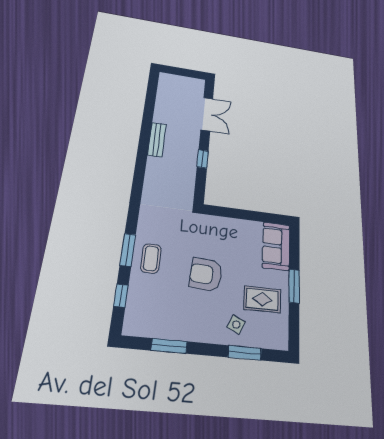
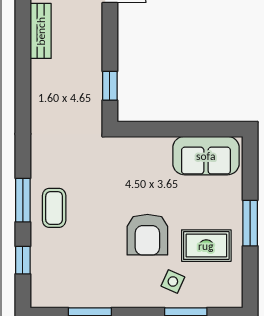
window: (203, 159) -> (110, 86), moved
sofa: (276, 246) -> (206, 156), moved, turned -90
armchair: (206, 275) -> (147, 235), moved, turned -94

